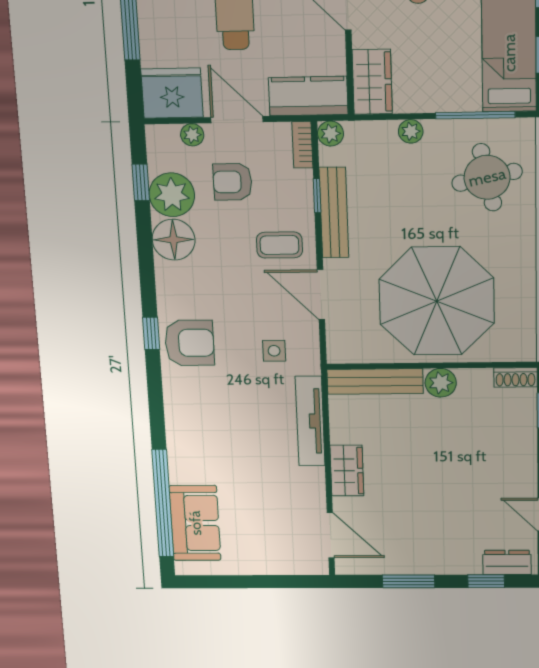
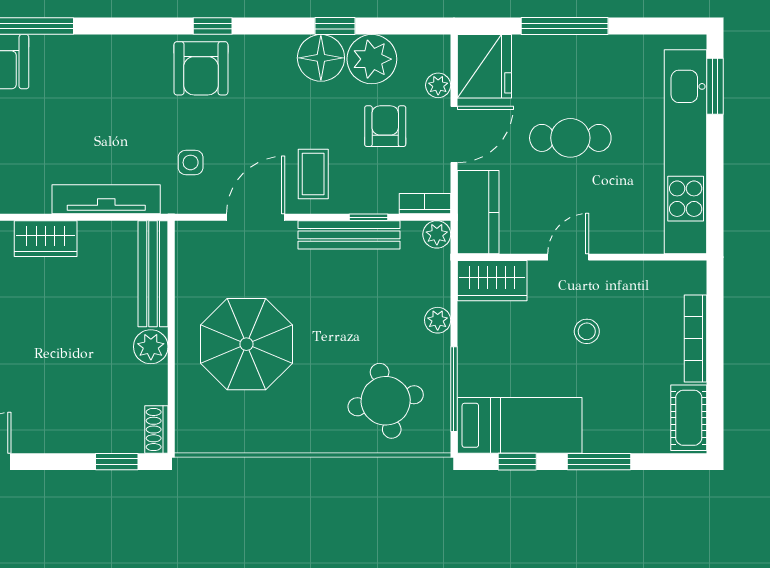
window: (141, 182) -> (335, 26), moved
parasol: (437, 301) -> (246, 344), width x0.73, depth x0.73

